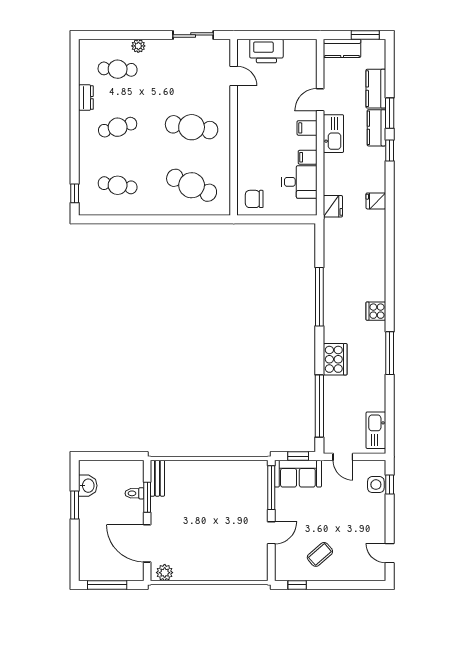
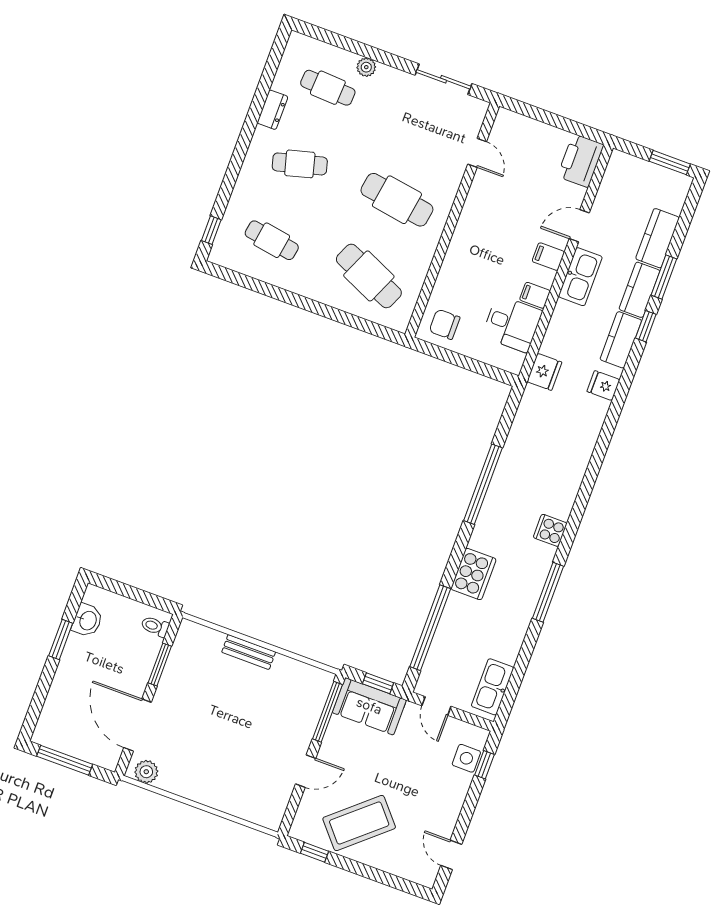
kitchen counter: (342, 48) -> (621, 340), moved, turned 90
printer: (266, 51) -> (581, 161), moved, turned 90
bench: (157, 478) -> (249, 652), moved, turned 90
toilet: (135, 493) -> (155, 626), moved
coffee table: (320, 554) -> (359, 823), width x1.86, depth x1.72

